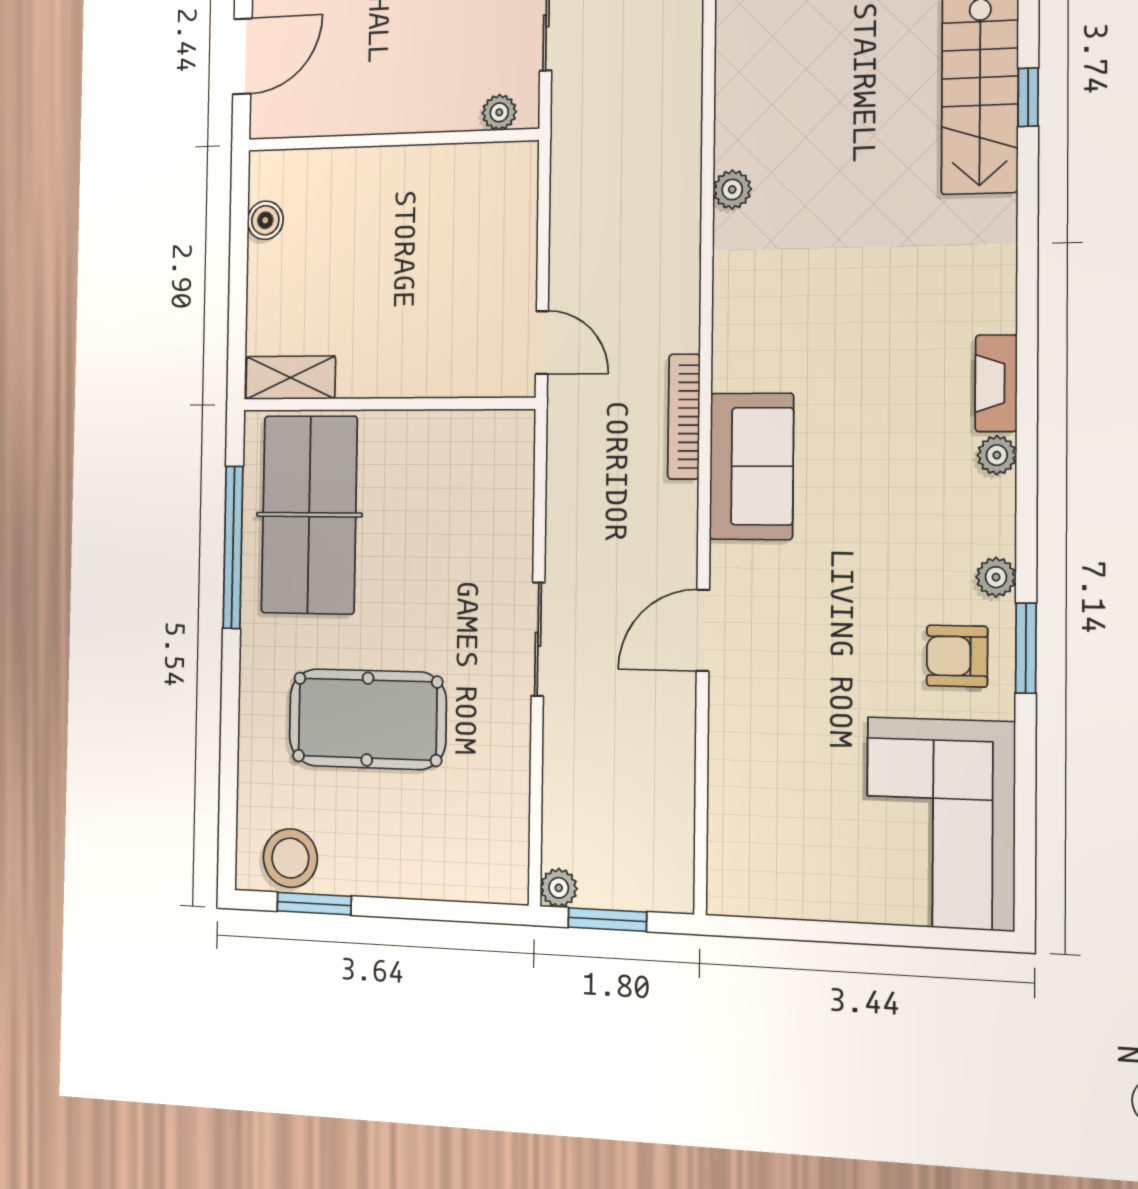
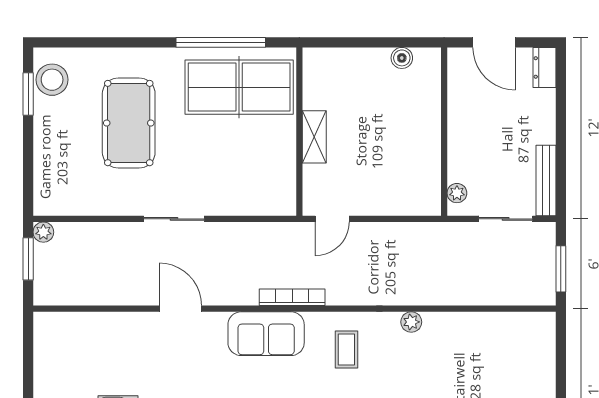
coffee table: (783, 312) -> (346, 350), added
shelving: (291, 378) -> (314, 137), moved

